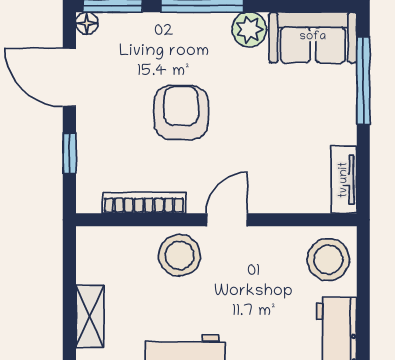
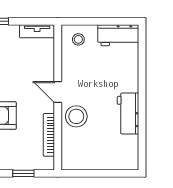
stool: (328, 259) -> (78, 39), width x0.53, depth x0.53
shelving: (90, 316) -> (108, 163), removed

